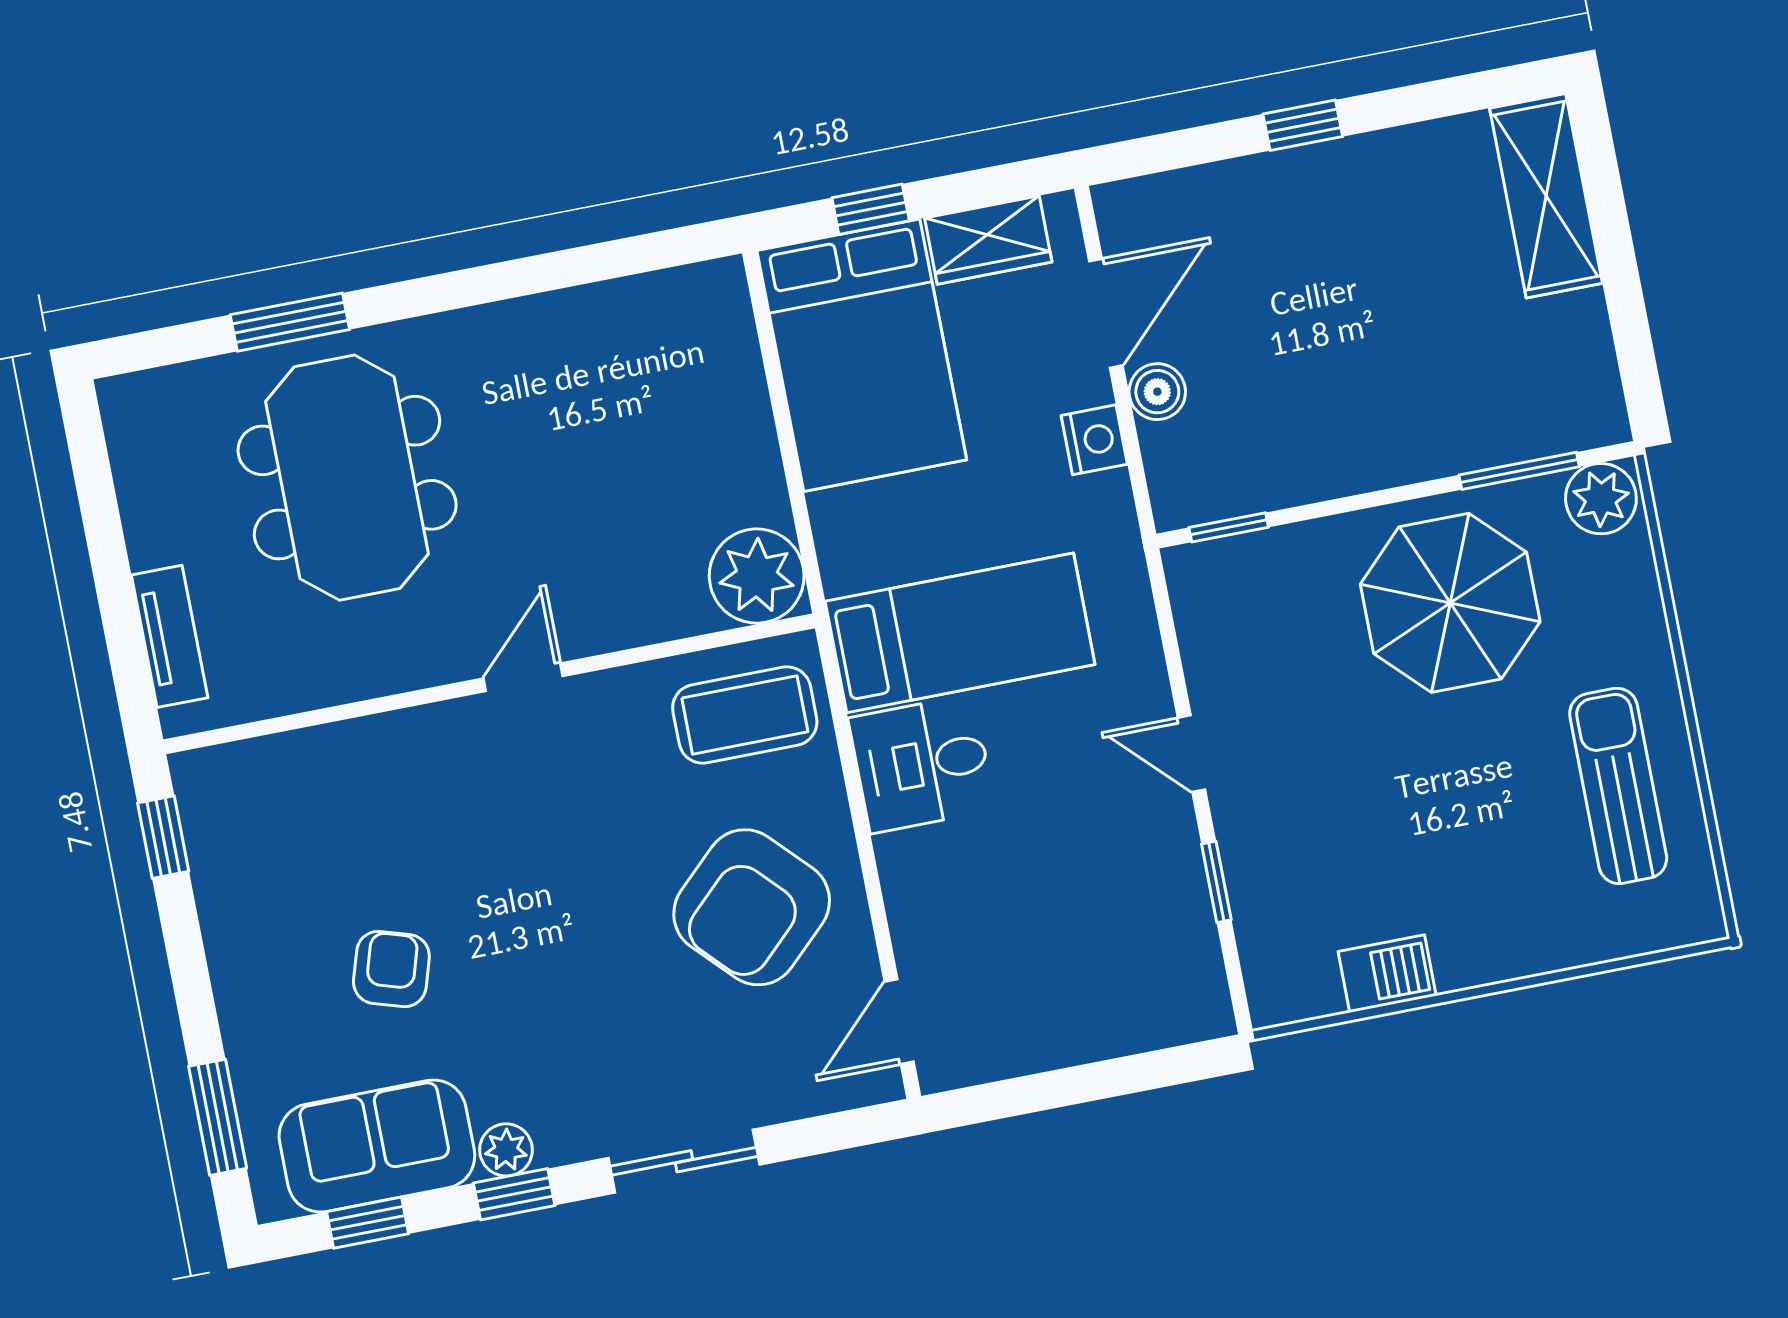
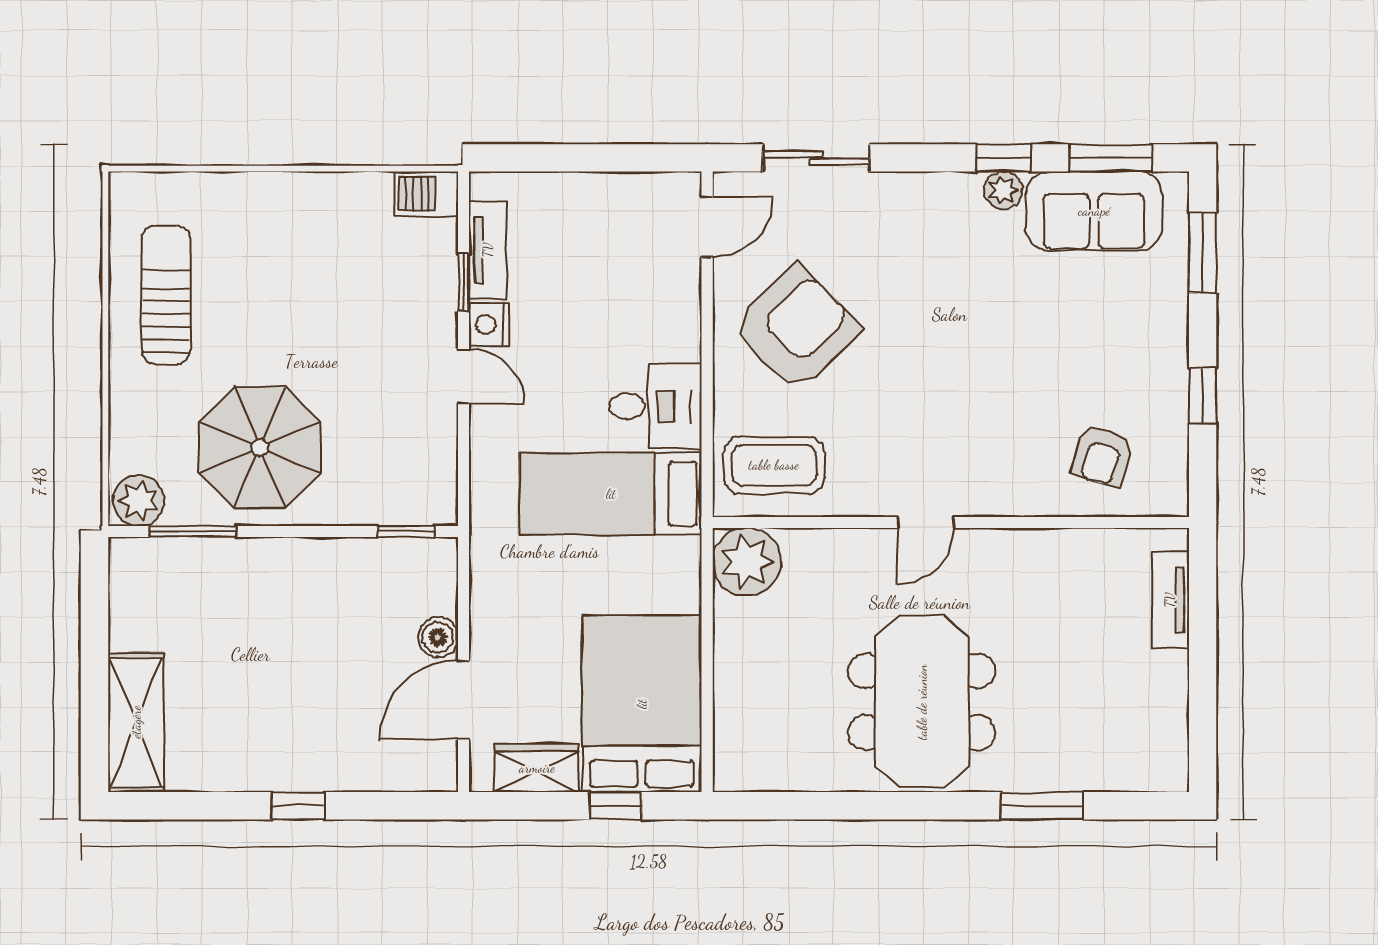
nightstand: (1094, 440) -> (489, 325), moved
meeting table: (347, 478) -> (922, 702), moved
sun lounger: (1618, 786) -> (166, 295), turned 180
window: (163, 837) -> (1203, 396), moved
tv unit: (1192, 932) -> (488, 250), added
armchair: (391, 969) -> (1102, 456), moved
barbecue: (1387, 974) -> (426, 194), moved
sliding door: (684, 1161) -> (816, 158), moved
window: (368, 1223) -> (1111, 158), width x1.50

